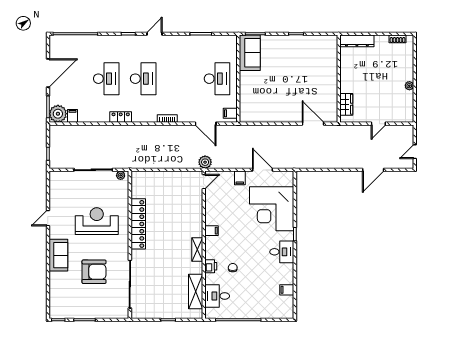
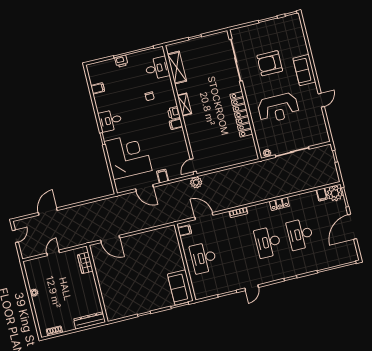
door: (154, 34) -> (252, 288), moved
printer: (211, 266) -> (174, 113), moved
printer: (254, 313) -> (121, 61), added

